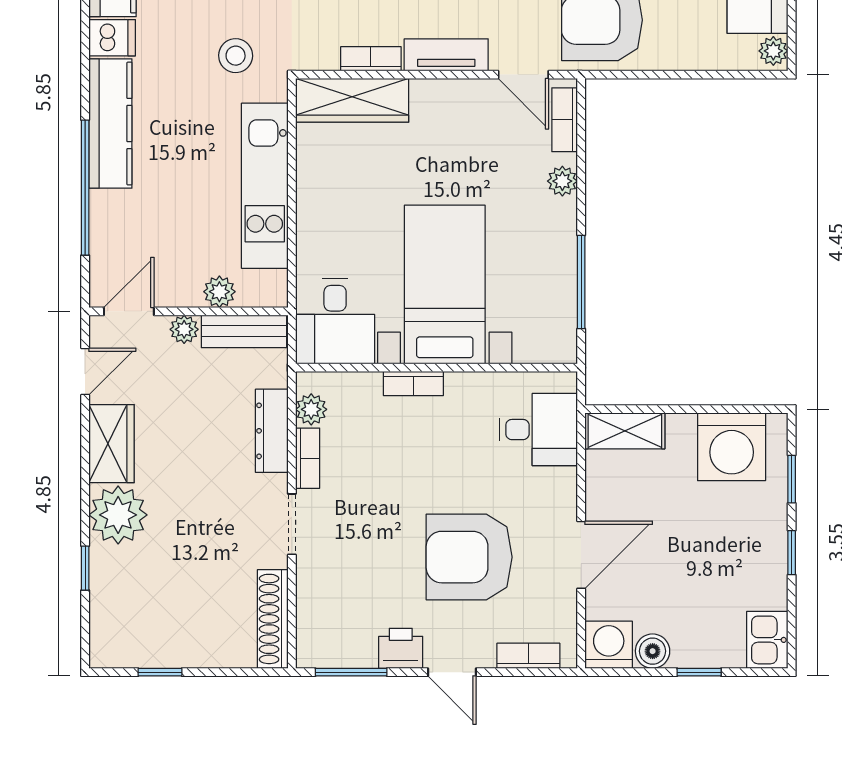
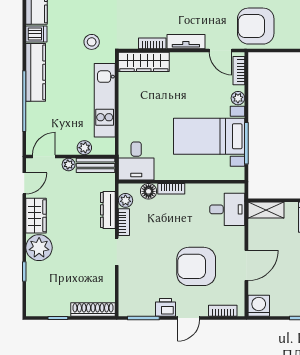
bed with nightstands: (445, 285) -> (209, 136), moved, turned -90
floor lamp: (363, 389) -> (149, 191), added
shoe rack: (273, 619) -> (93, 309), moved, turned 90
boiler: (653, 651) -> (278, 309), removed
door: (452, 672) -> (189, 318), hinge flipped

